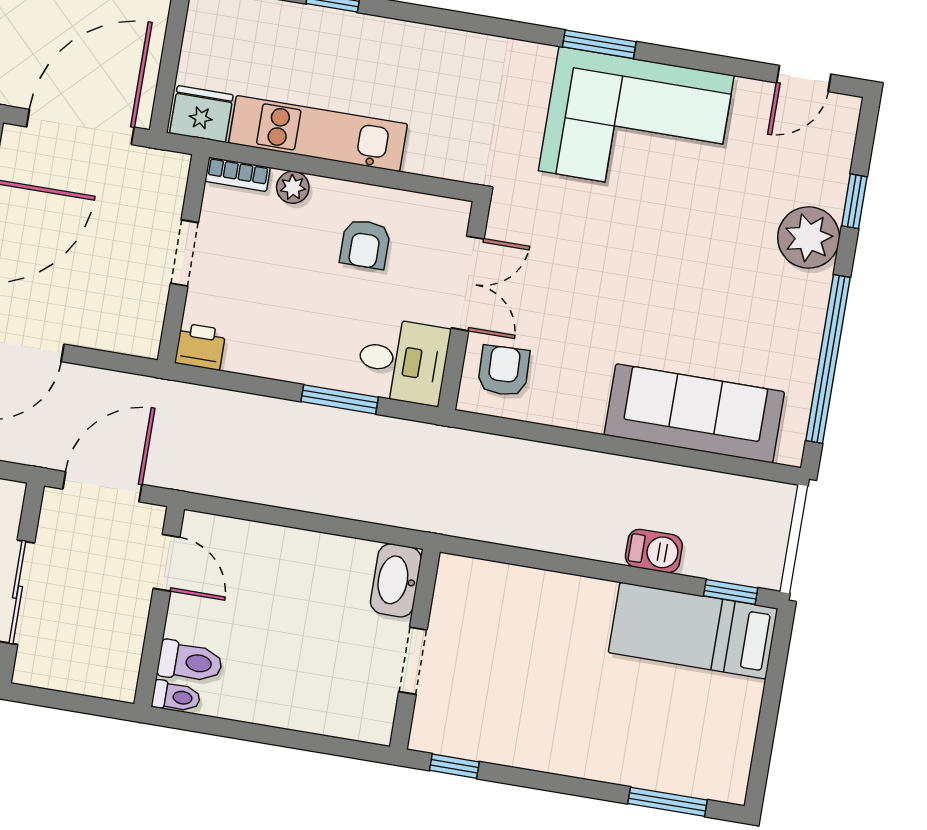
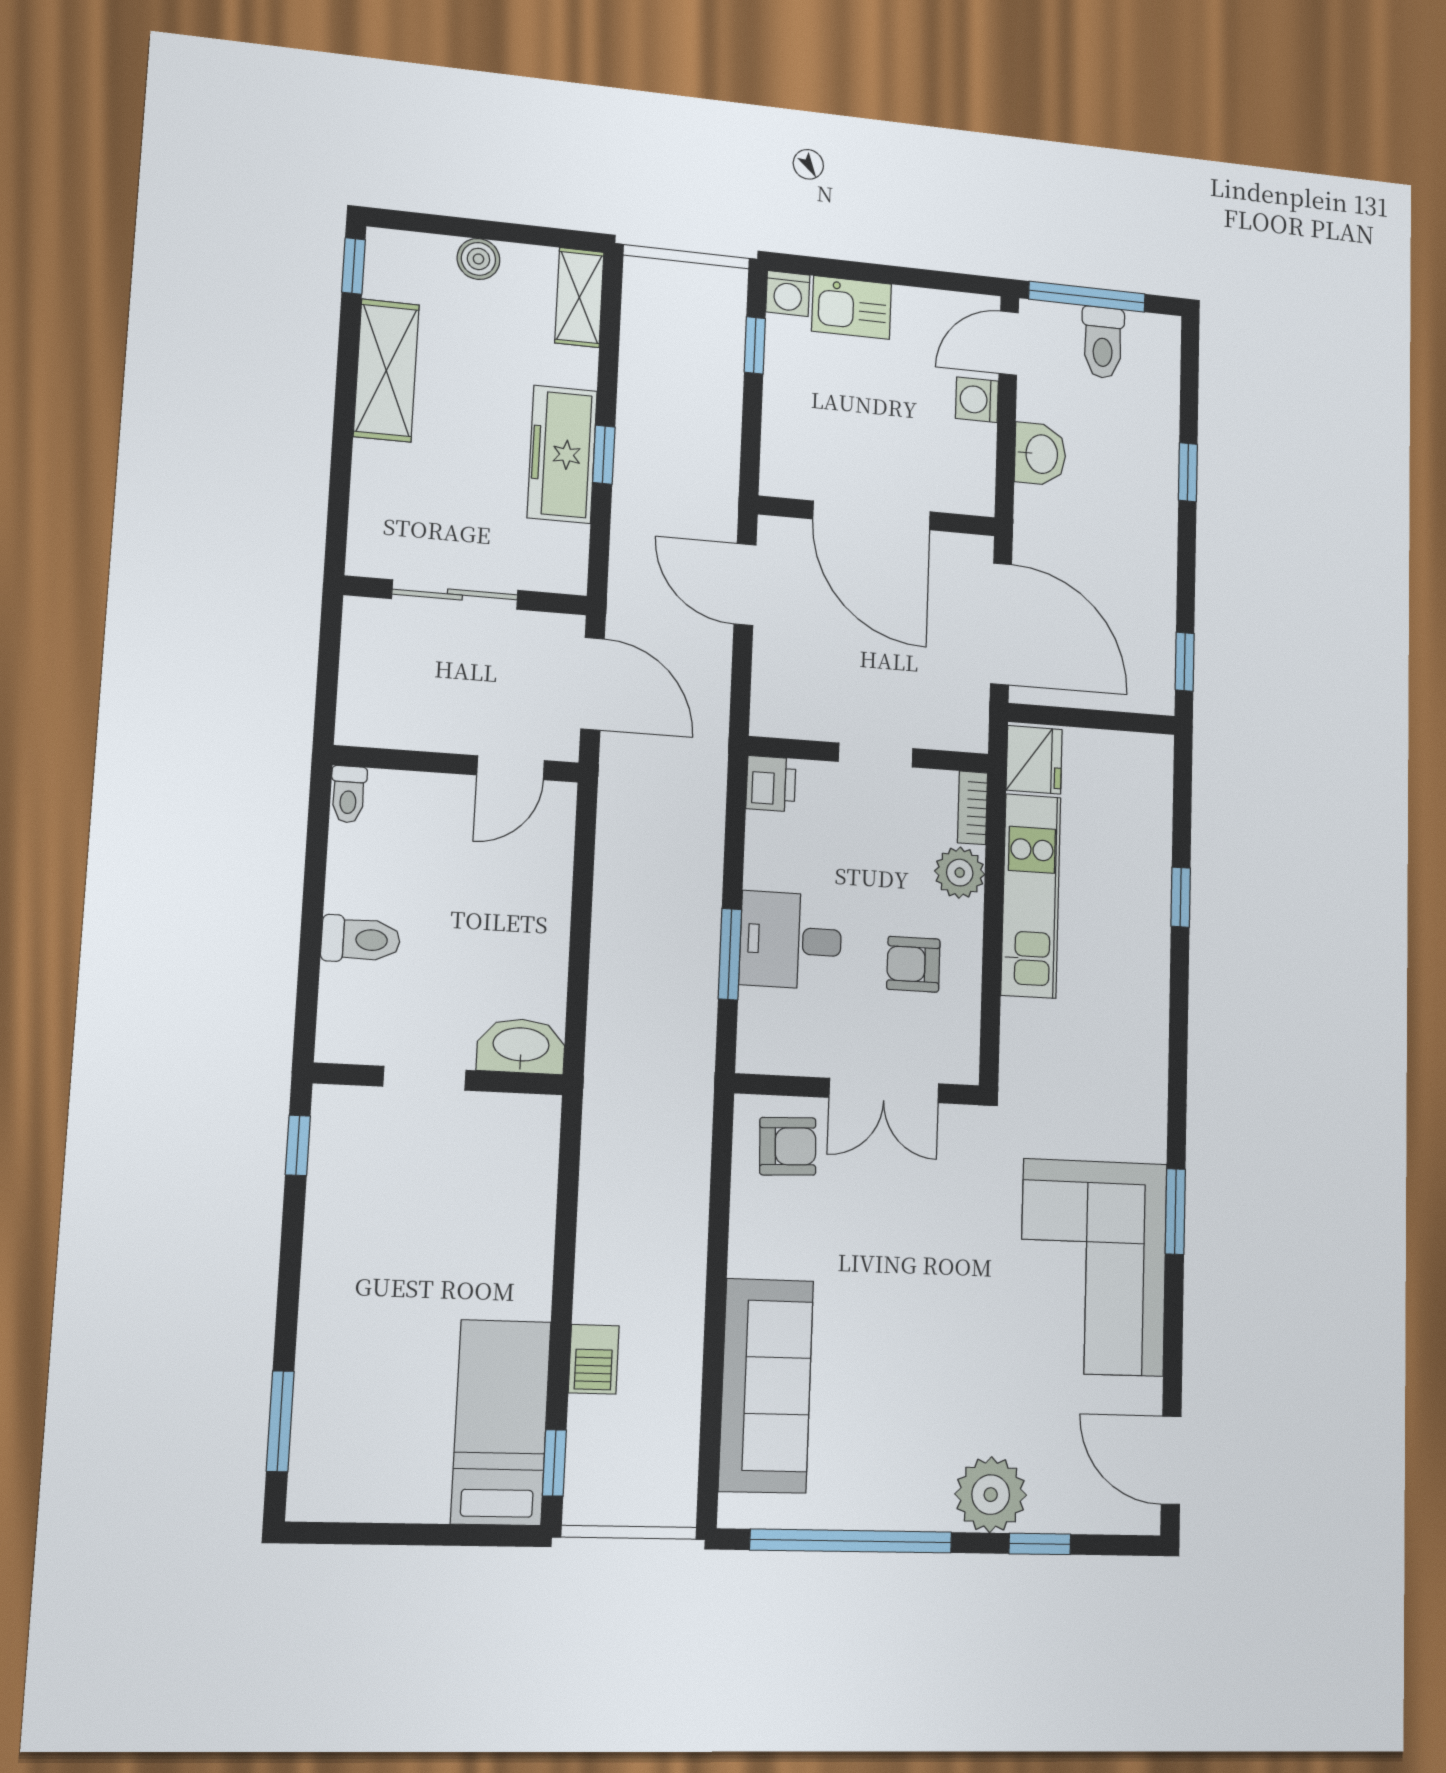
door: (804, 78) -> (1171, 1460), width x1.38
plant: (293, 187) -> (960, 873), width x1.38, depth x1.38
desk: (403, 361) -> (791, 940), moved, turned 90
toilet: (190, 662) -> (361, 939), moved, turned -90

